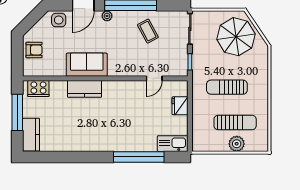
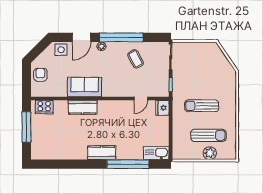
parasol: (236, 37) -> (209, 64), removed
armchair: (34, 50) -> (40, 75), turned -90
fridge: (180, 106) -> (162, 108), moved
kitchen counter: (31, 135) -> (102, 153), moved, turned -90

